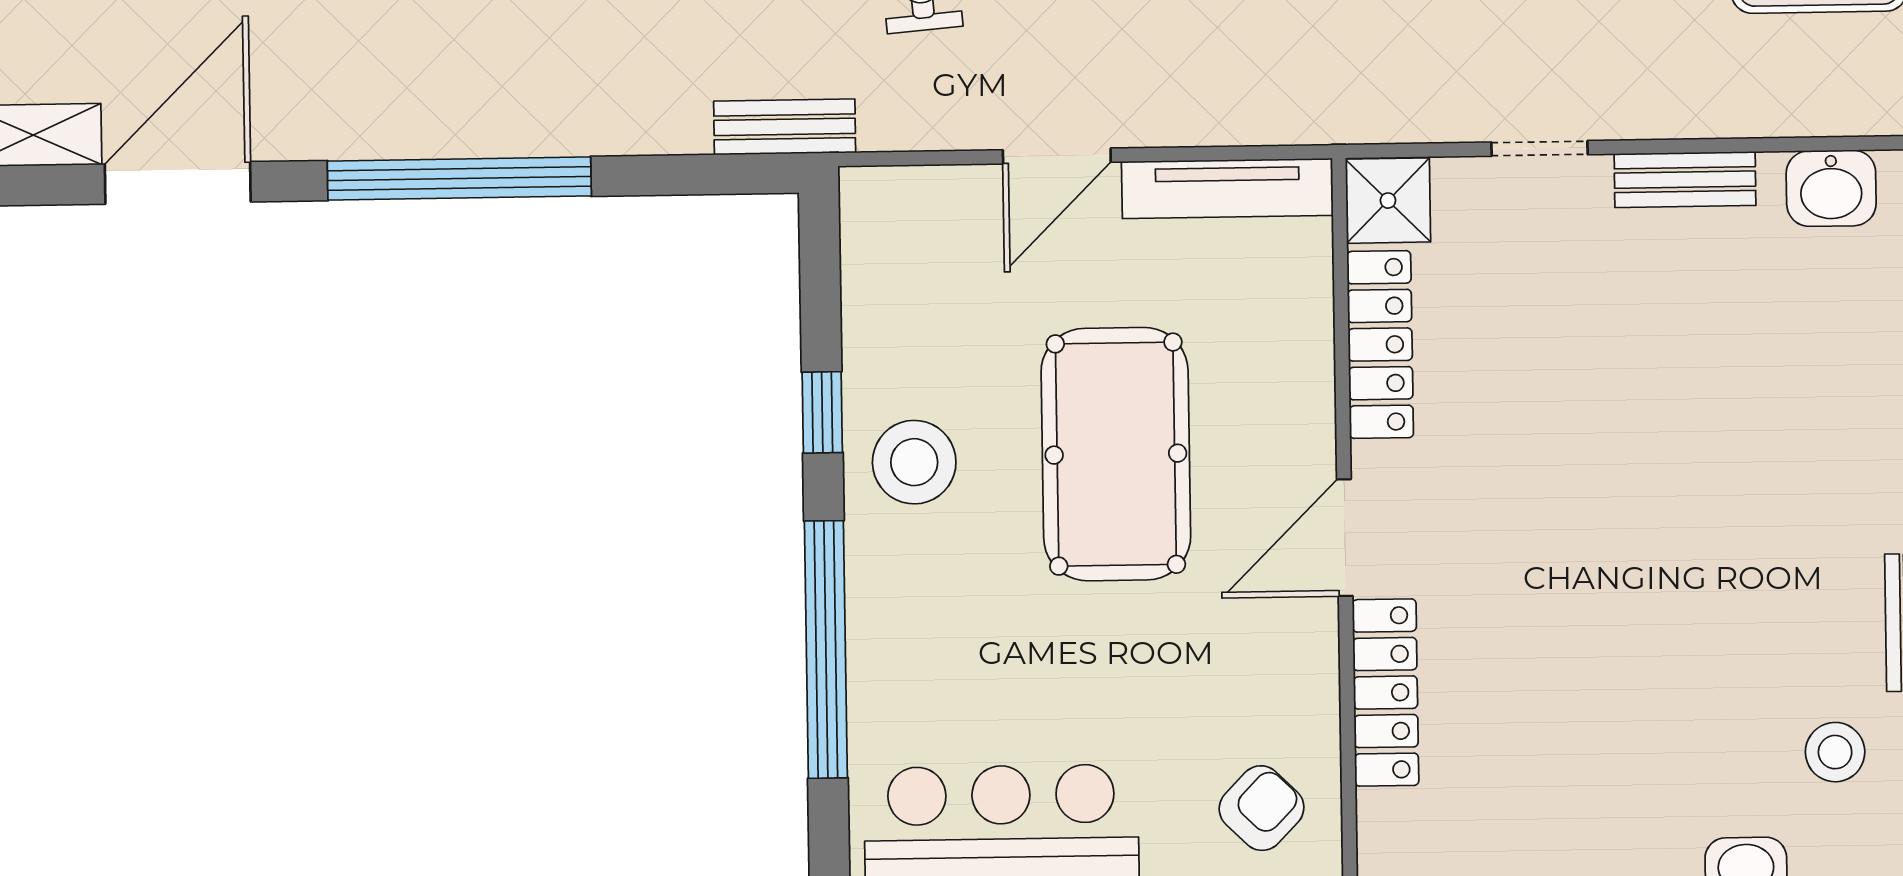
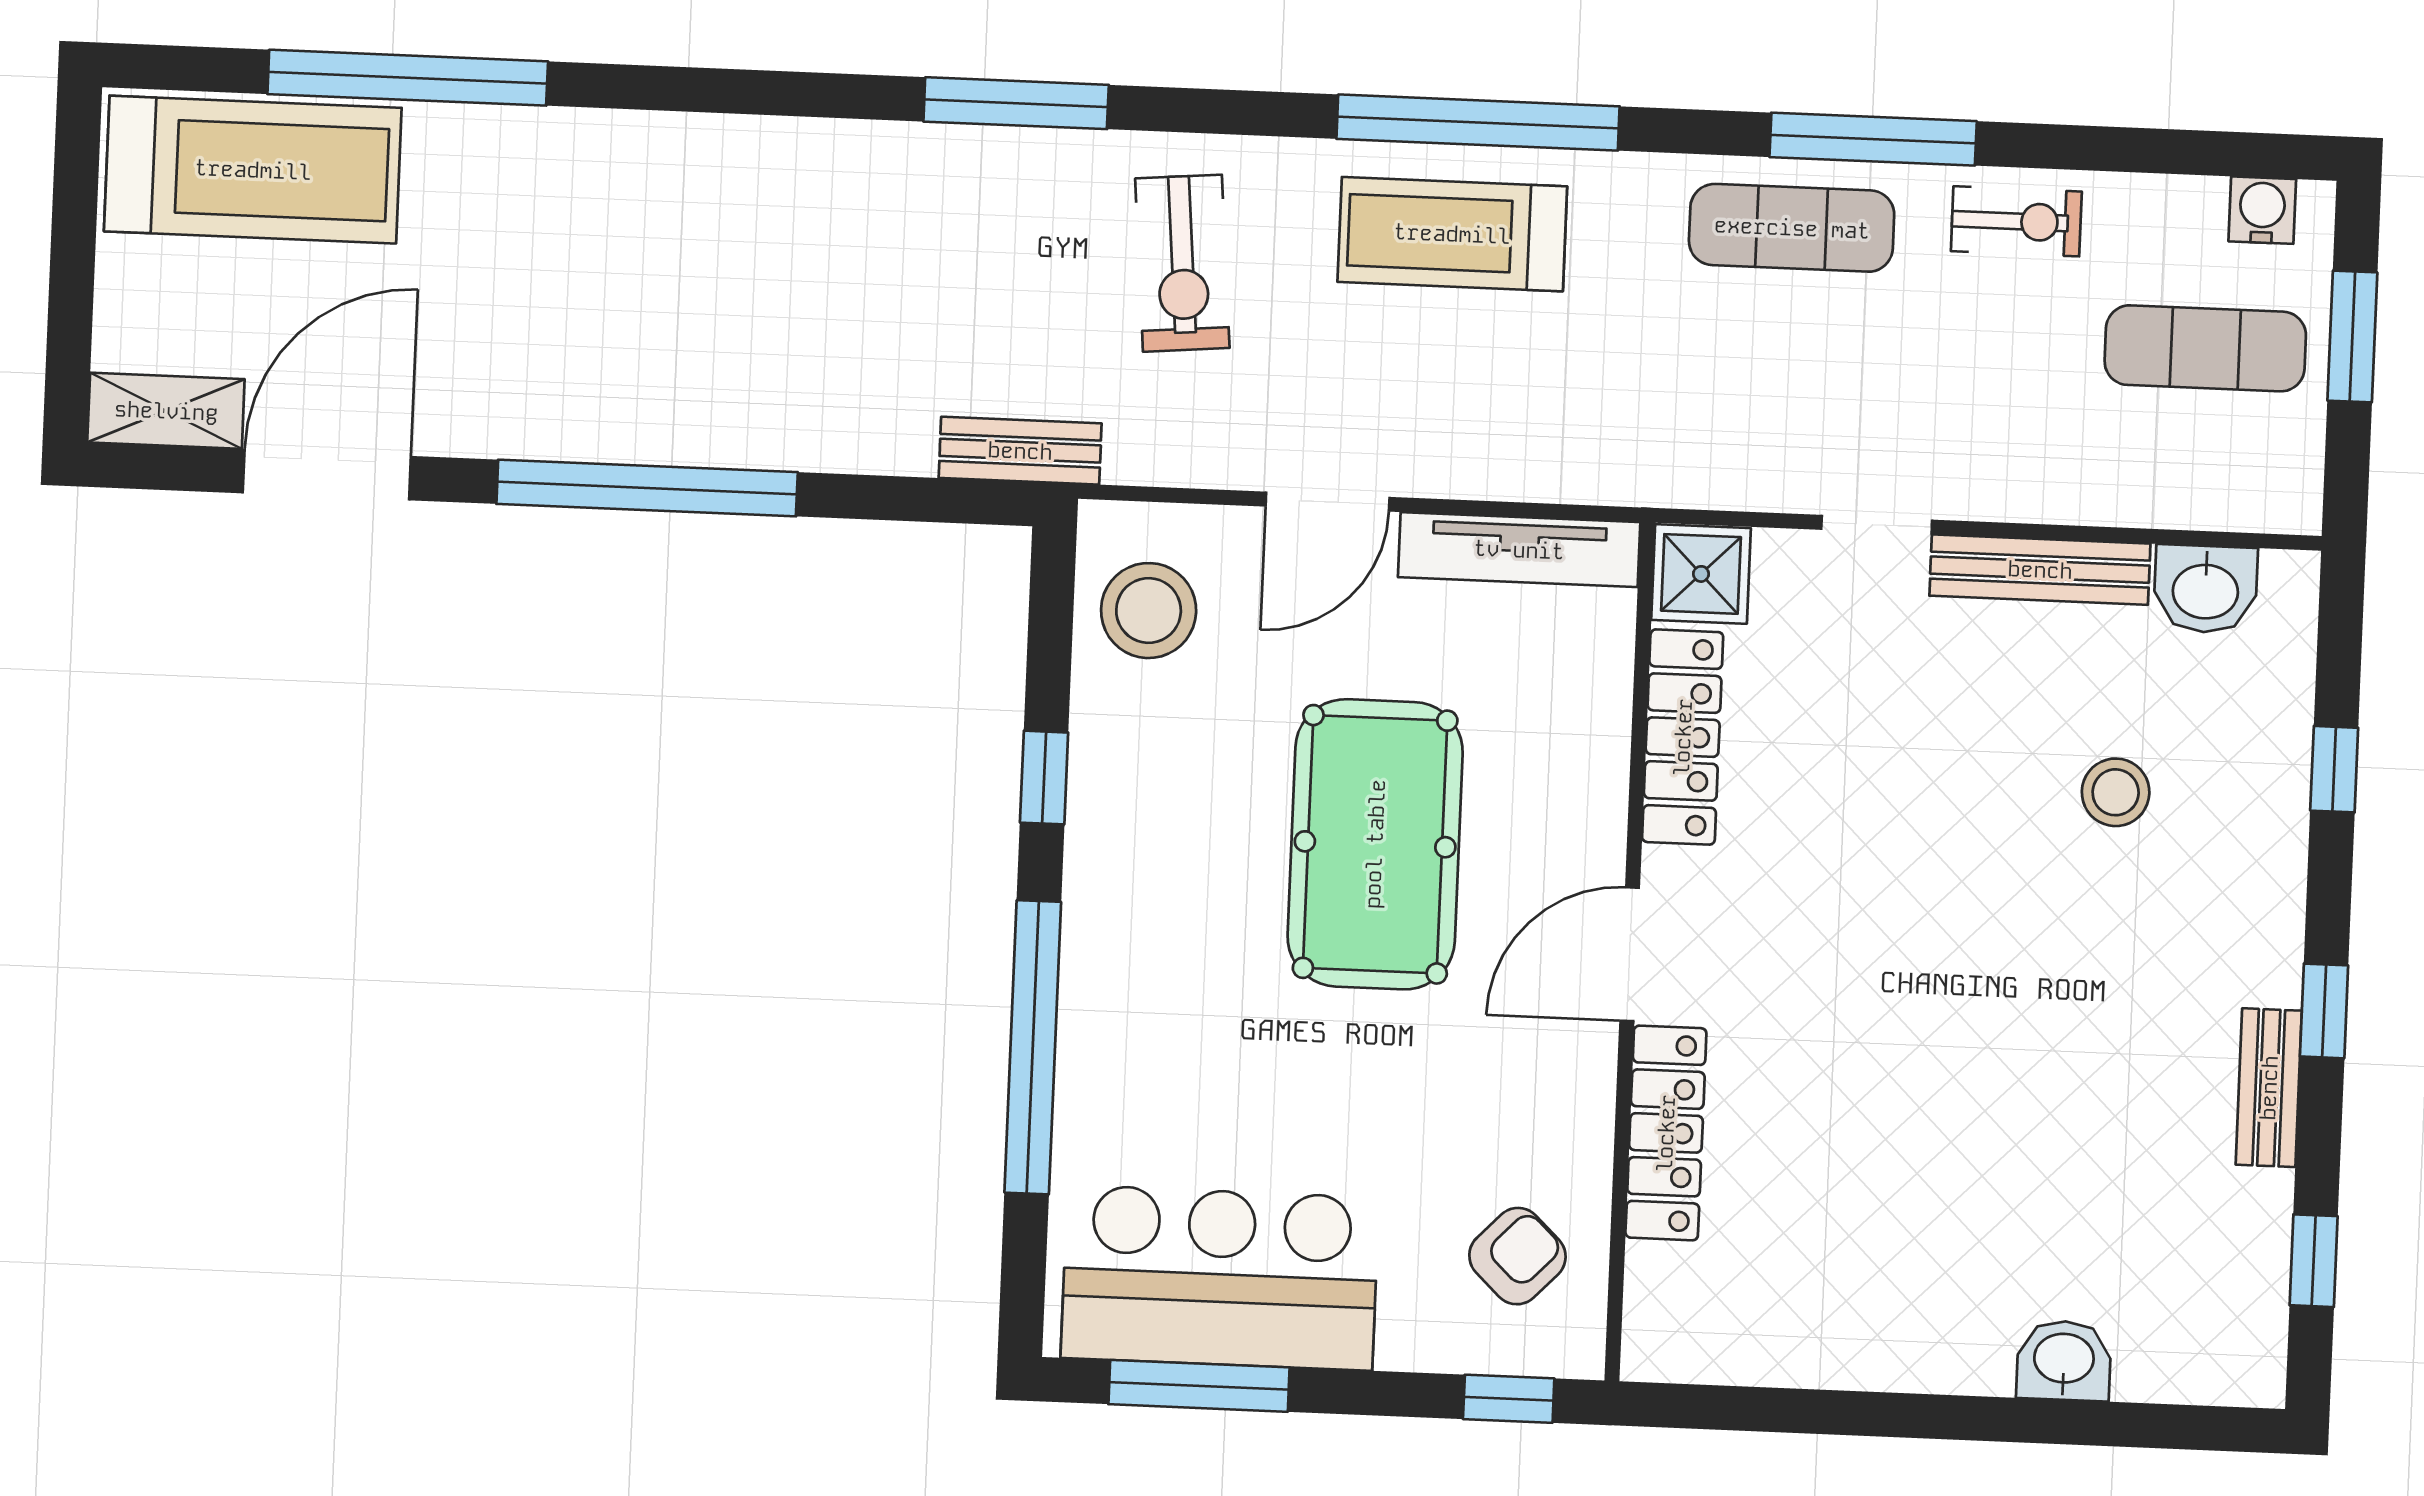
bench: (1685, 180) -> (2040, 570), width x1.36
stool: (914, 462) -> (1149, 611), moved
stool: (1835, 752) -> (2116, 792), moved

